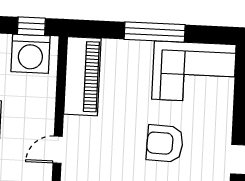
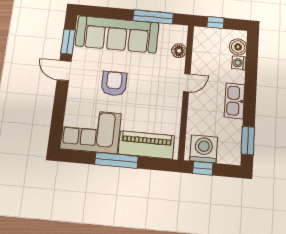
piano: (82, 76) -> (146, 145), moved, turned 90
armchair: (165, 143) -> (114, 84), turned -92

